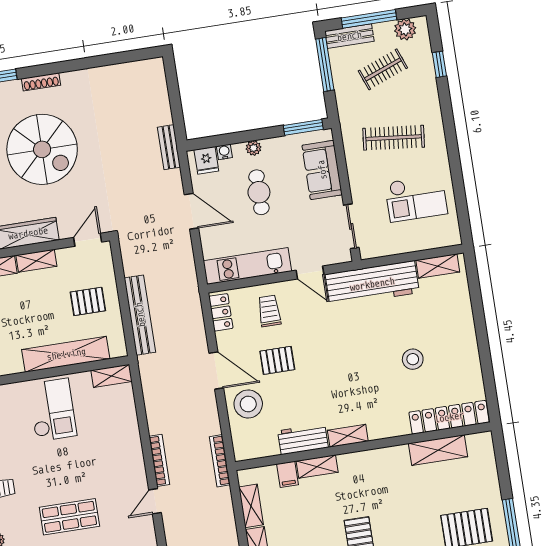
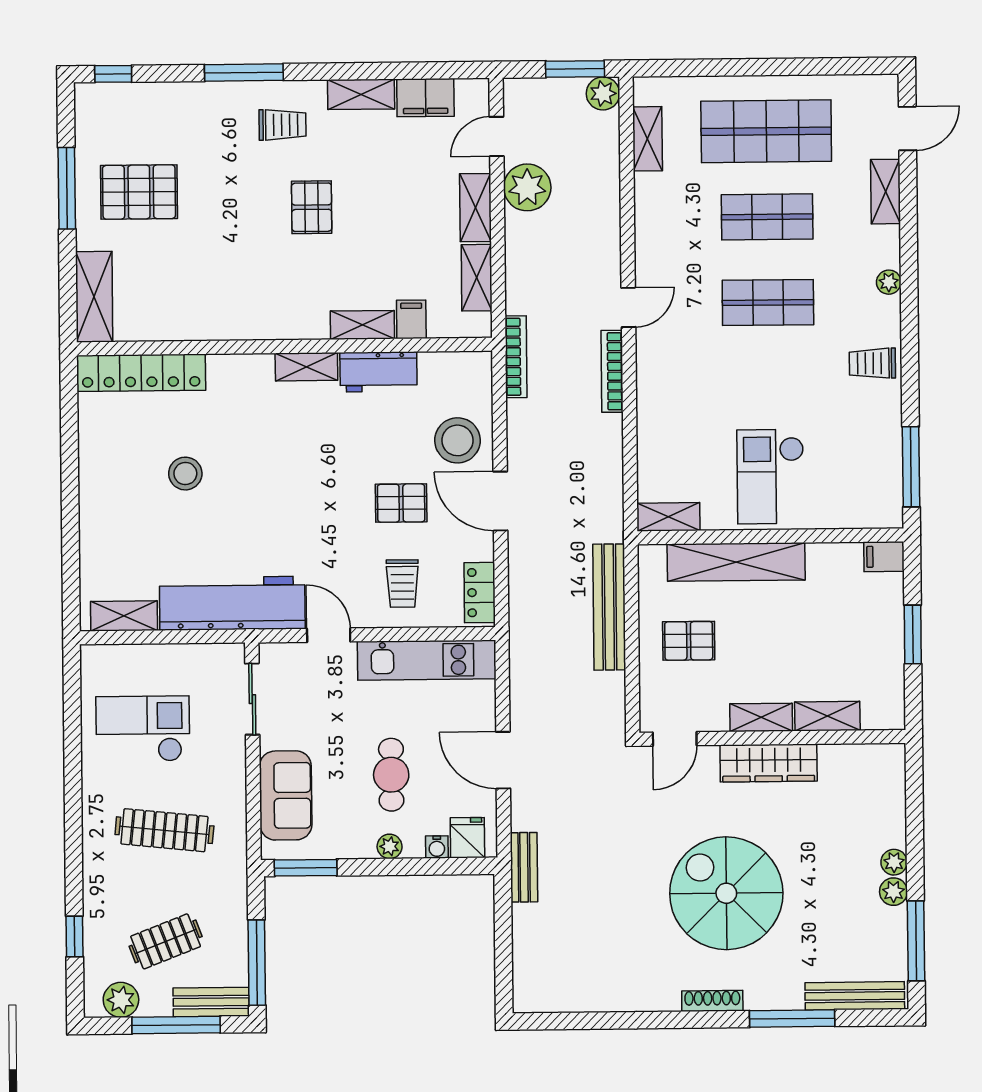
shelving: (438, 450) -> (94, 297), moved, turned 90

